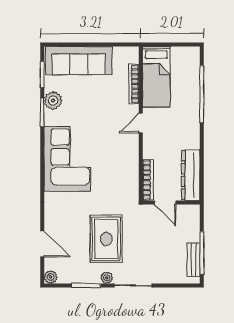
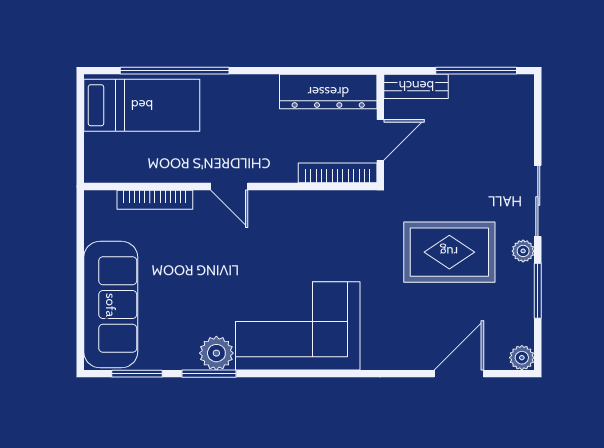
bed: (156, 77) -> (142, 105), moved
plant: (53, 100) -> (216, 353), moved
bench: (193, 260) -> (416, 86), moved

